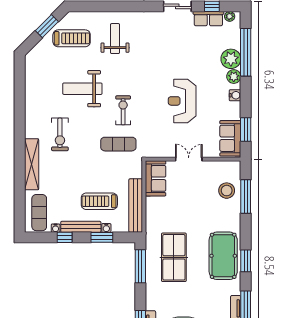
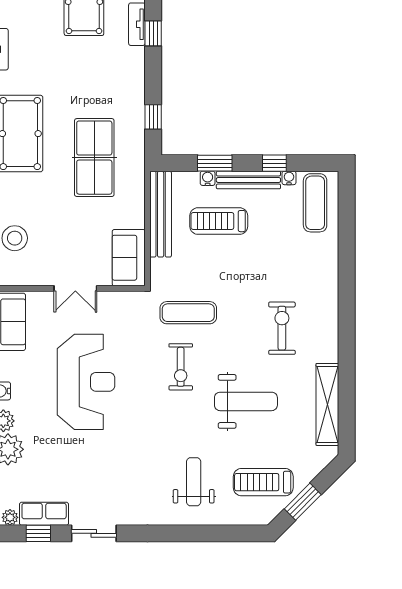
weight bench: (115, 39) -> (194, 482), turned 180
reception desk: (182, 101) -> (86, 382), width x1.36, depth x1.30
shelving: (32, 164) -> (327, 404), moved
treadmill: (99, 201) -> (219, 221), turned 180
table tennis table: (174, 257) -> (94, 158), moved
window: (140, 266) -> (153, 117), width x0.46

